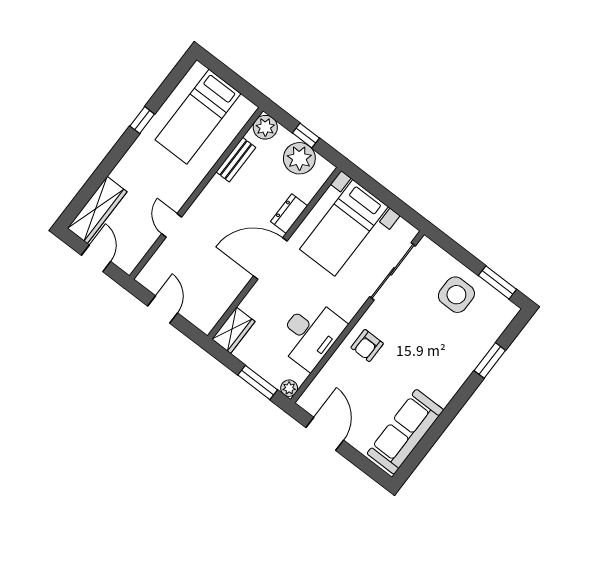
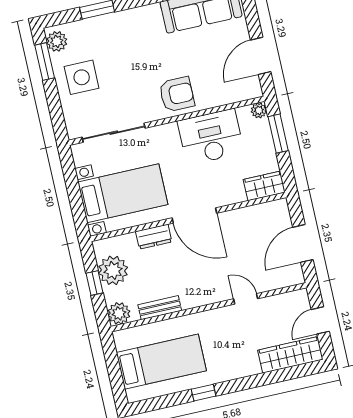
door: (172, 225) -> (246, 299), swing flipped
plant: (501, 307) -> (57, 41), added
door: (163, 310) -> (303, 243), width x1.38
armchair: (367, 346) -> (177, 94), width x1.38, depth x1.38

